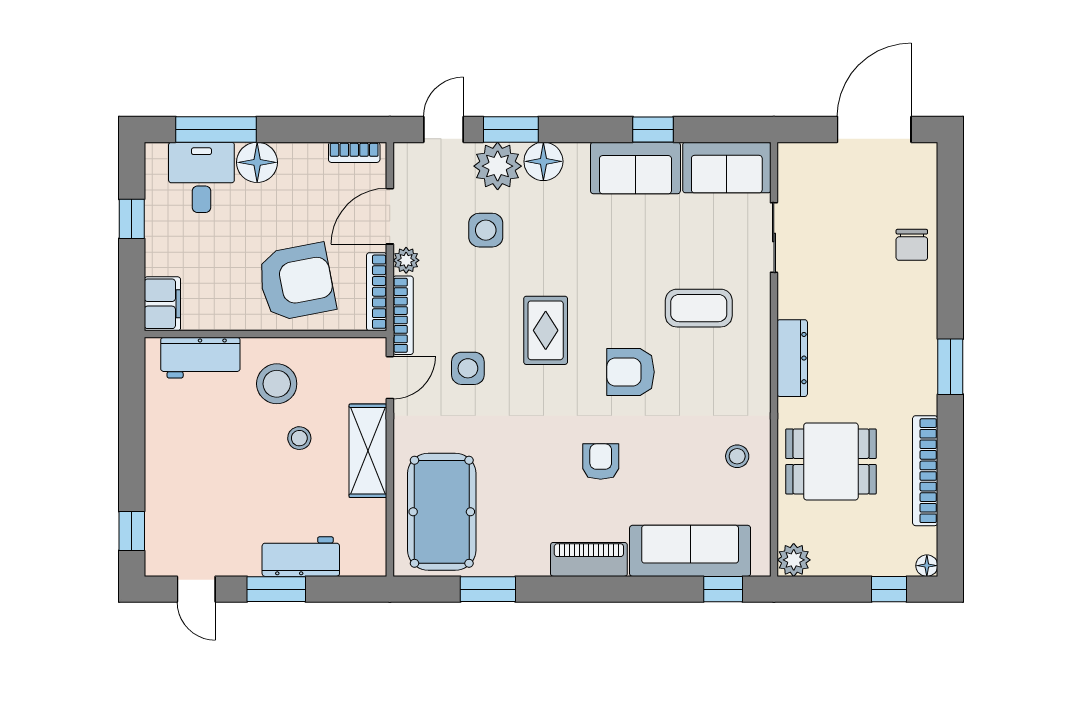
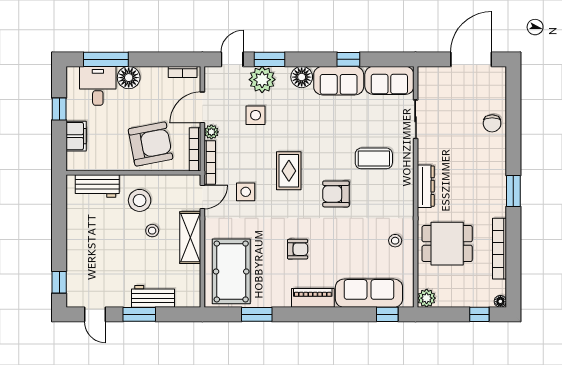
floor lamp: (543, 161) -> (302, 77), moved
filing cabinet: (162, 304) -> (76, 136), moved
armchair: (601, 462) -> (298, 249), moved, turned 90

